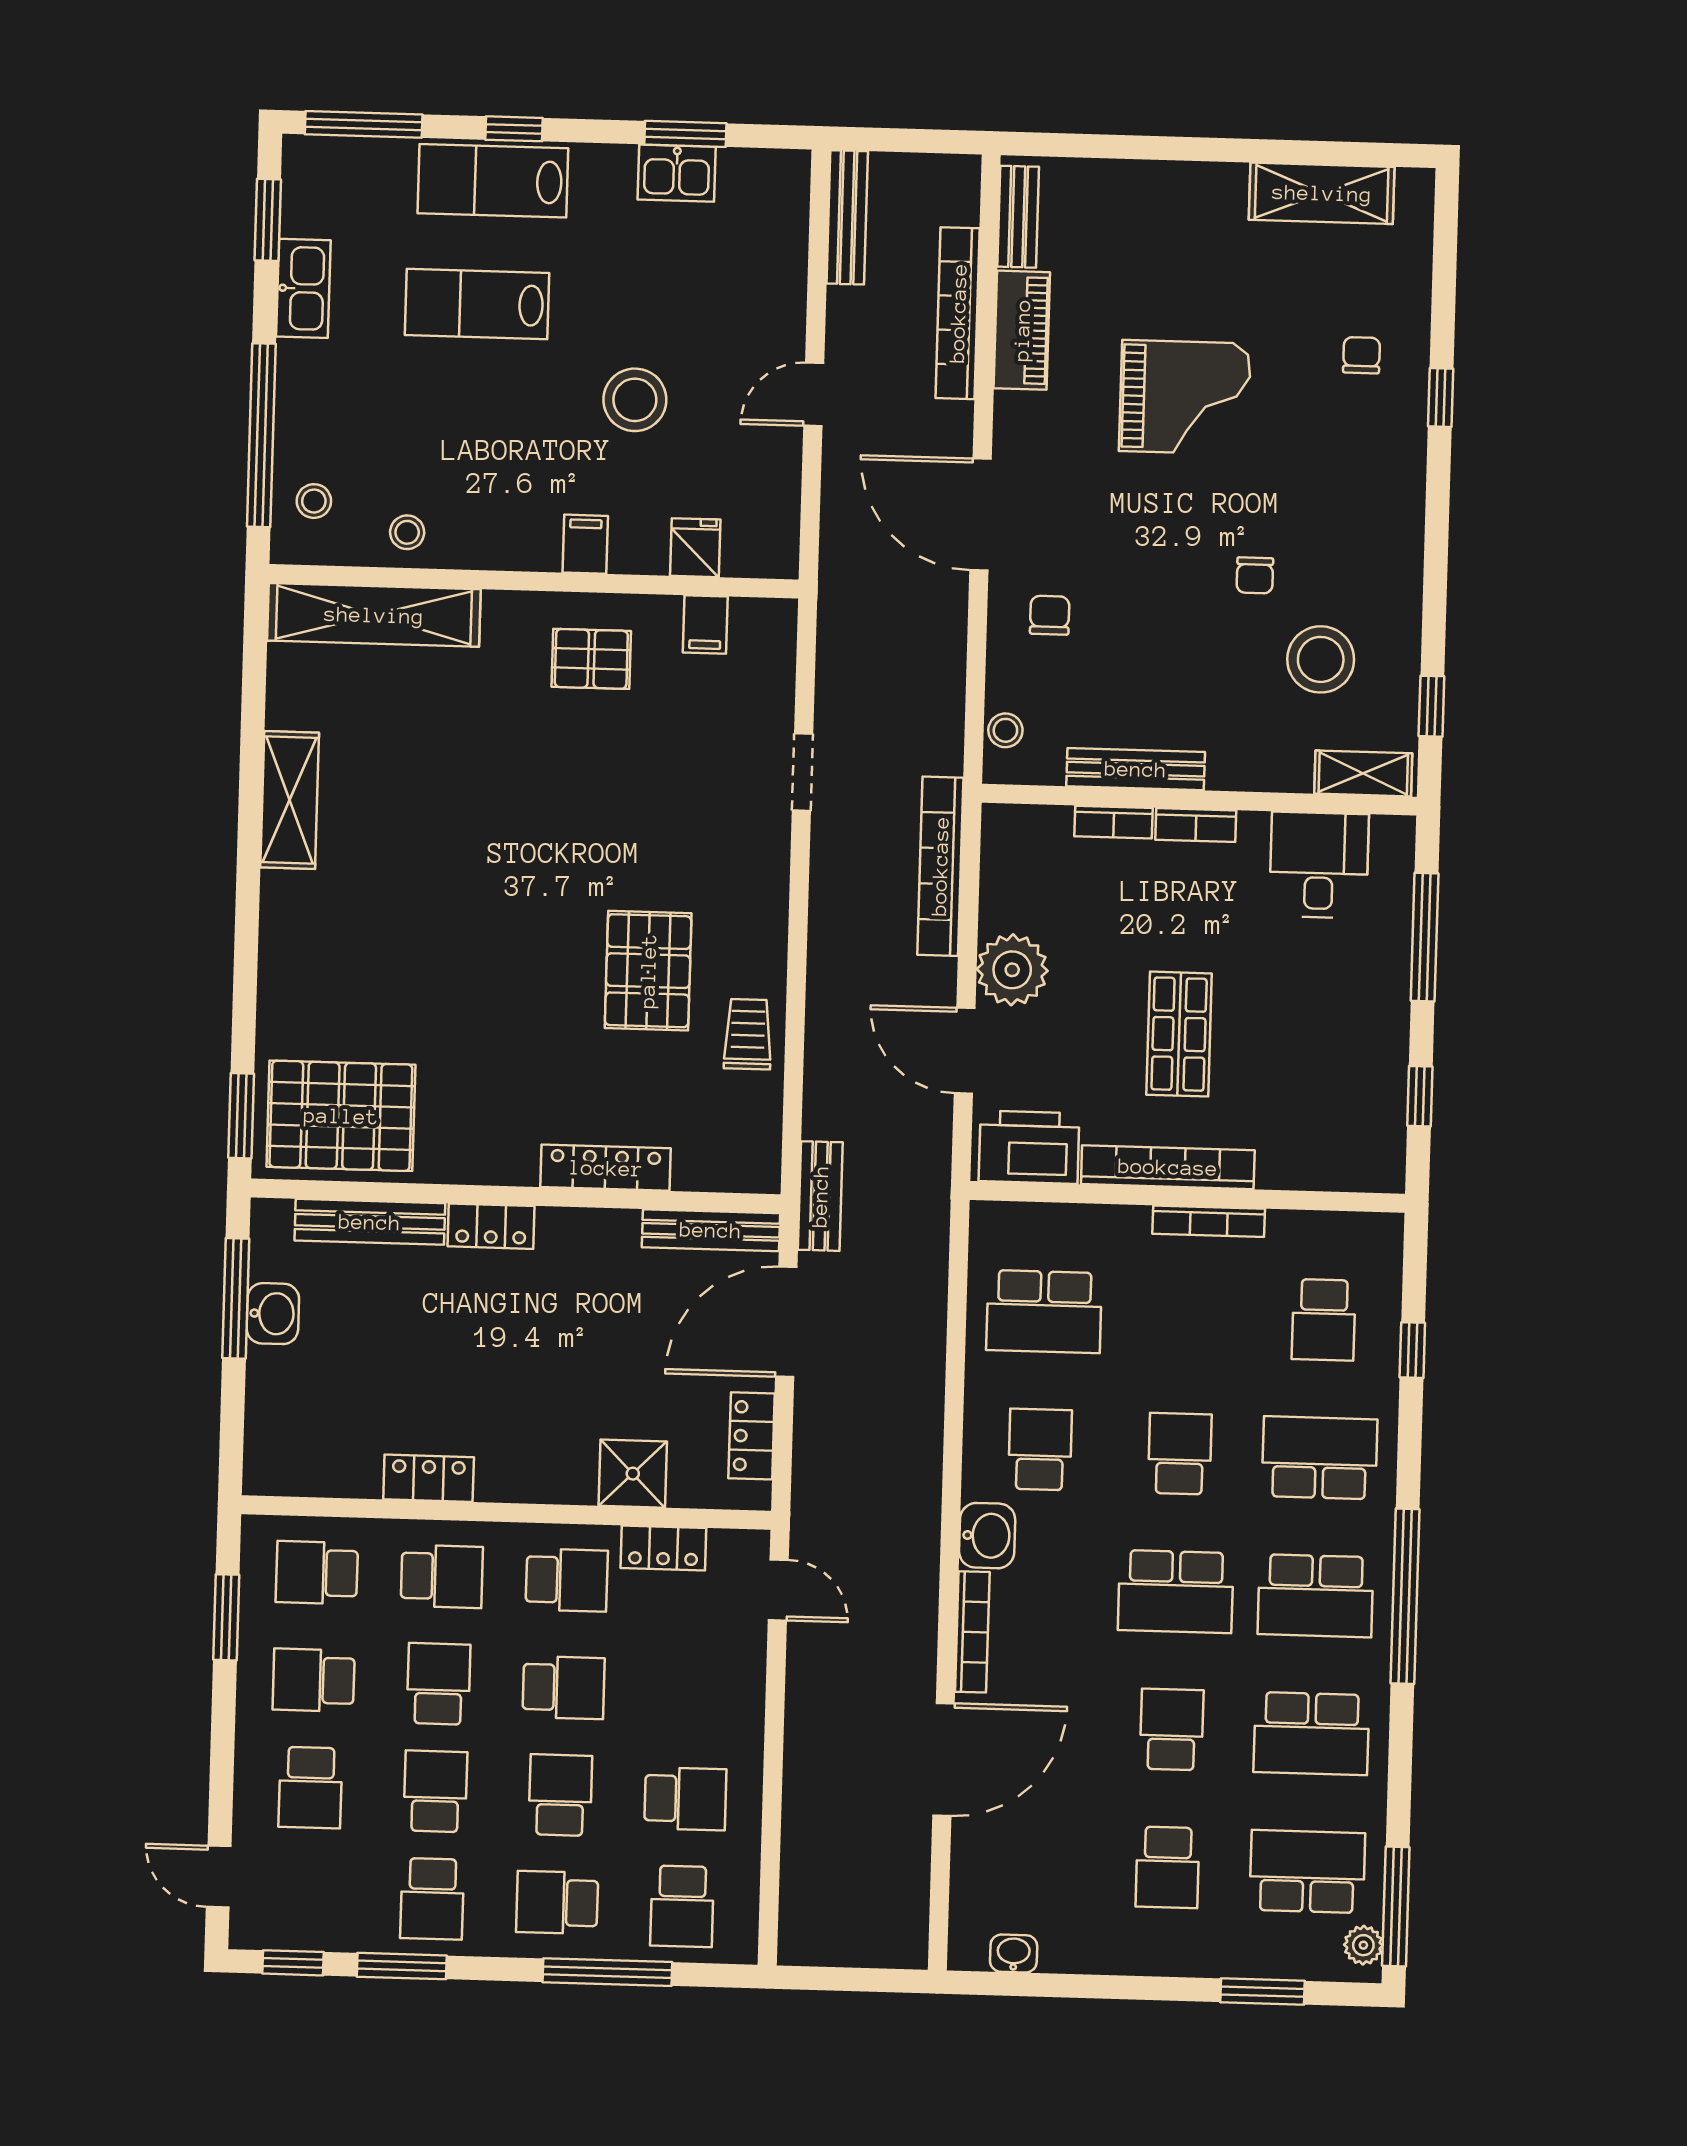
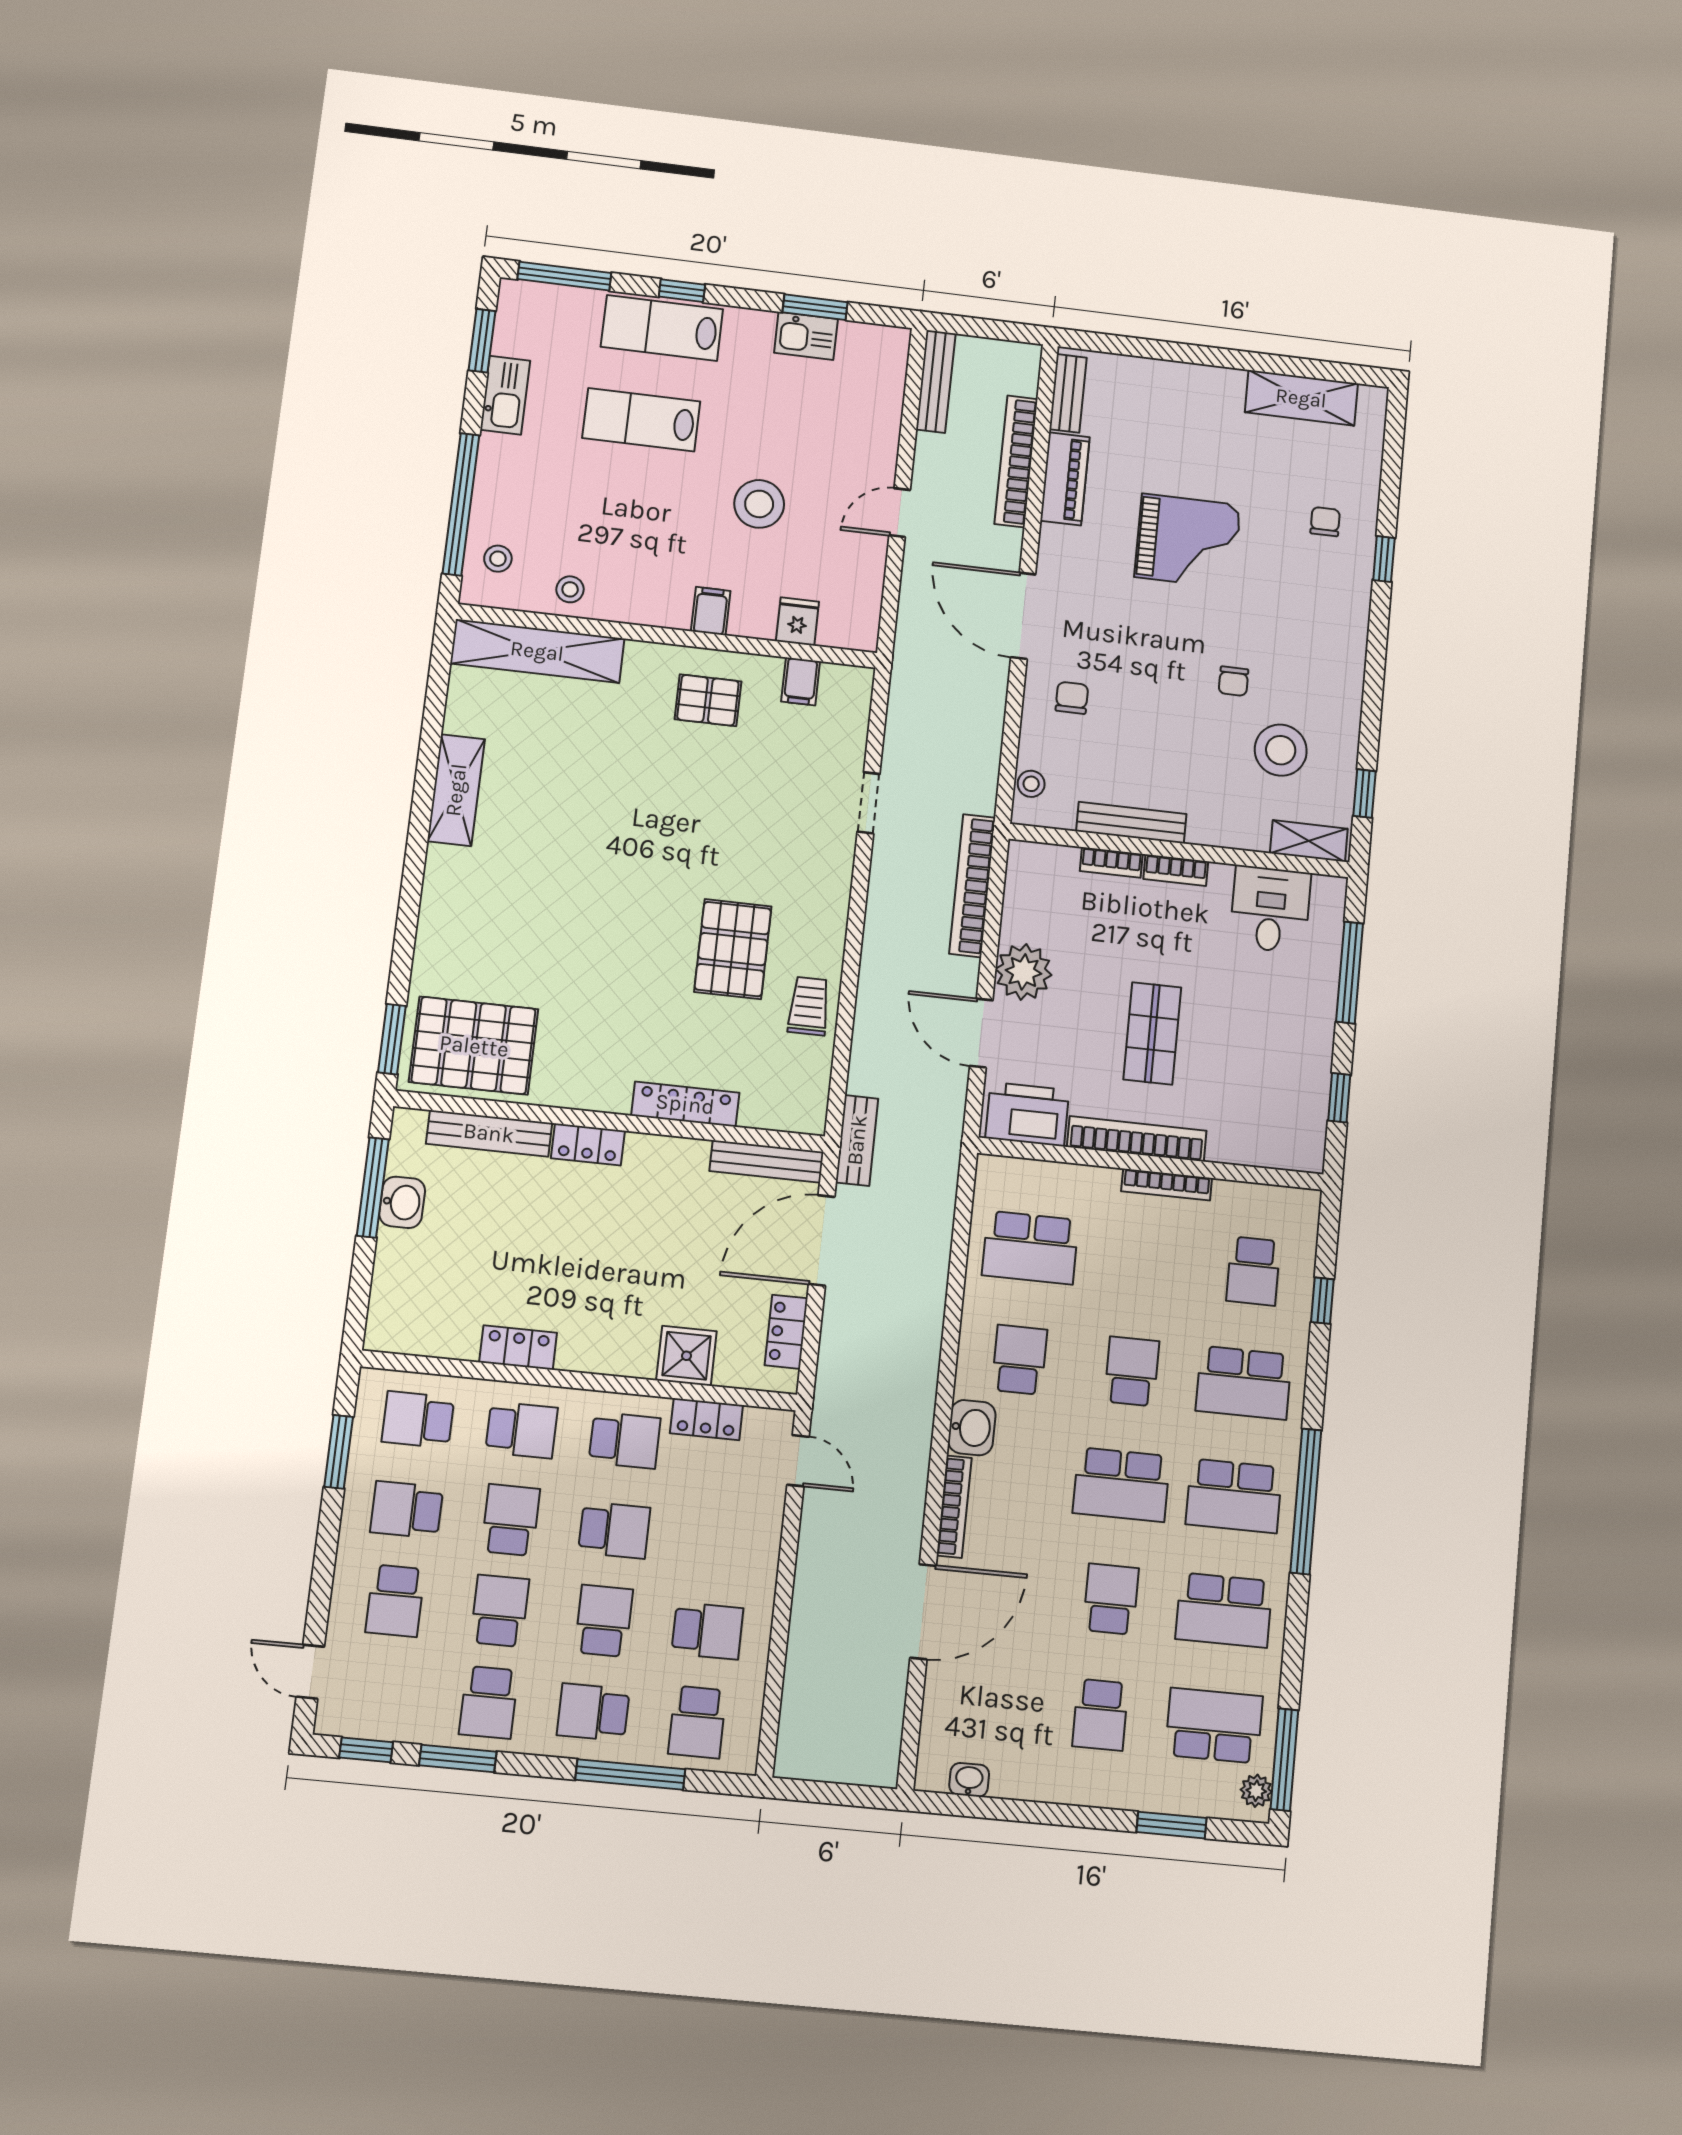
school desk: (1320, 1458) -> (1244, 1383), turned 180

